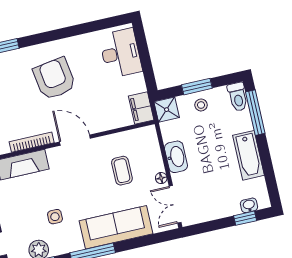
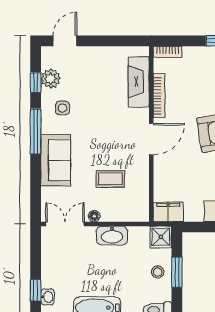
side table: (55, 217) -> (62, 108), moved
sofa: (116, 227) -> (56, 160), width x0.73

